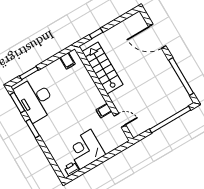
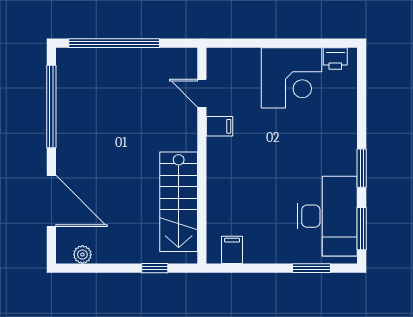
plant: (130, 21) -> (82, 255), added

